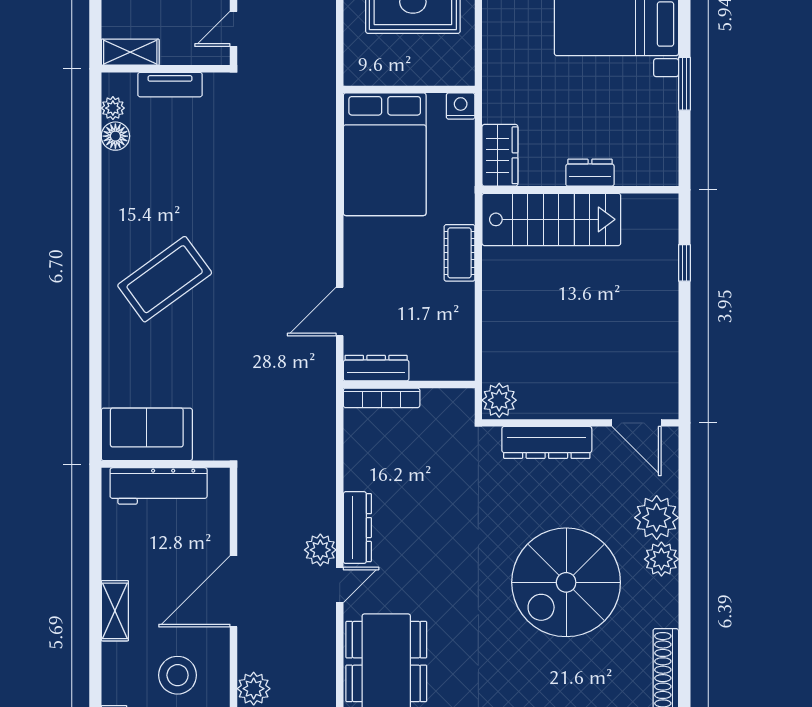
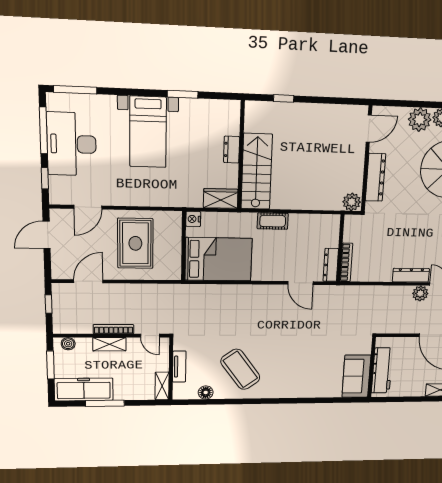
plant: (113, 108) -> (191, 394), removed
coffee table: (165, 279) -> (240, 369), moved

